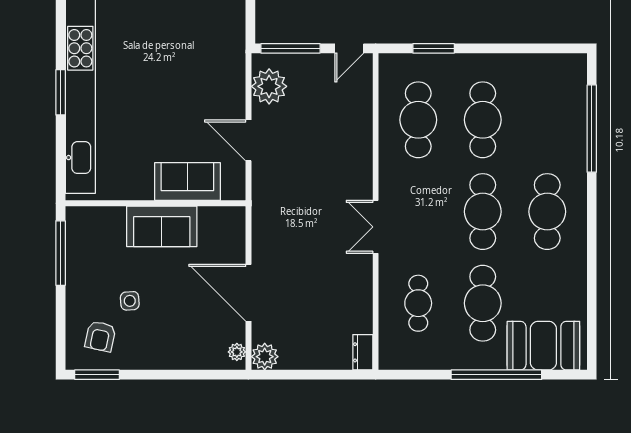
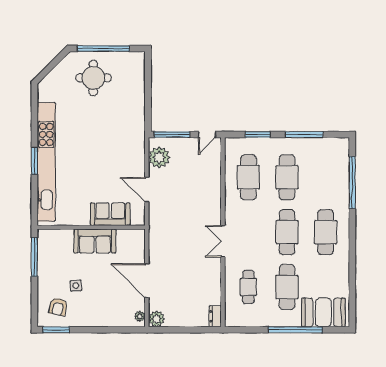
window: (511, 48) -> (304, 134), added

